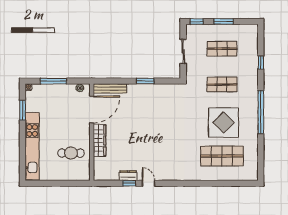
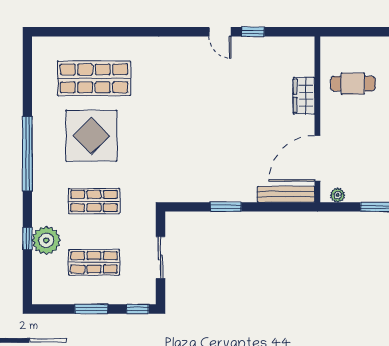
plant: (250, 62) -> (46, 240), added
wardrobe: (99, 140) -> (304, 96), width x0.67
dresser: (128, 176) -> (255, 45), removed

